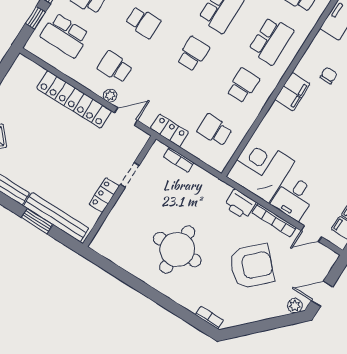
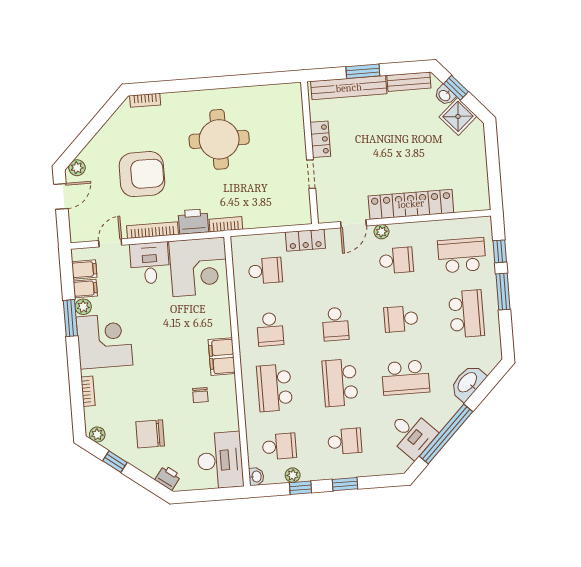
bookcase: (179, 160) -> (226, 224), moved
armchair: (252, 266) -> (142, 174), turned -136

